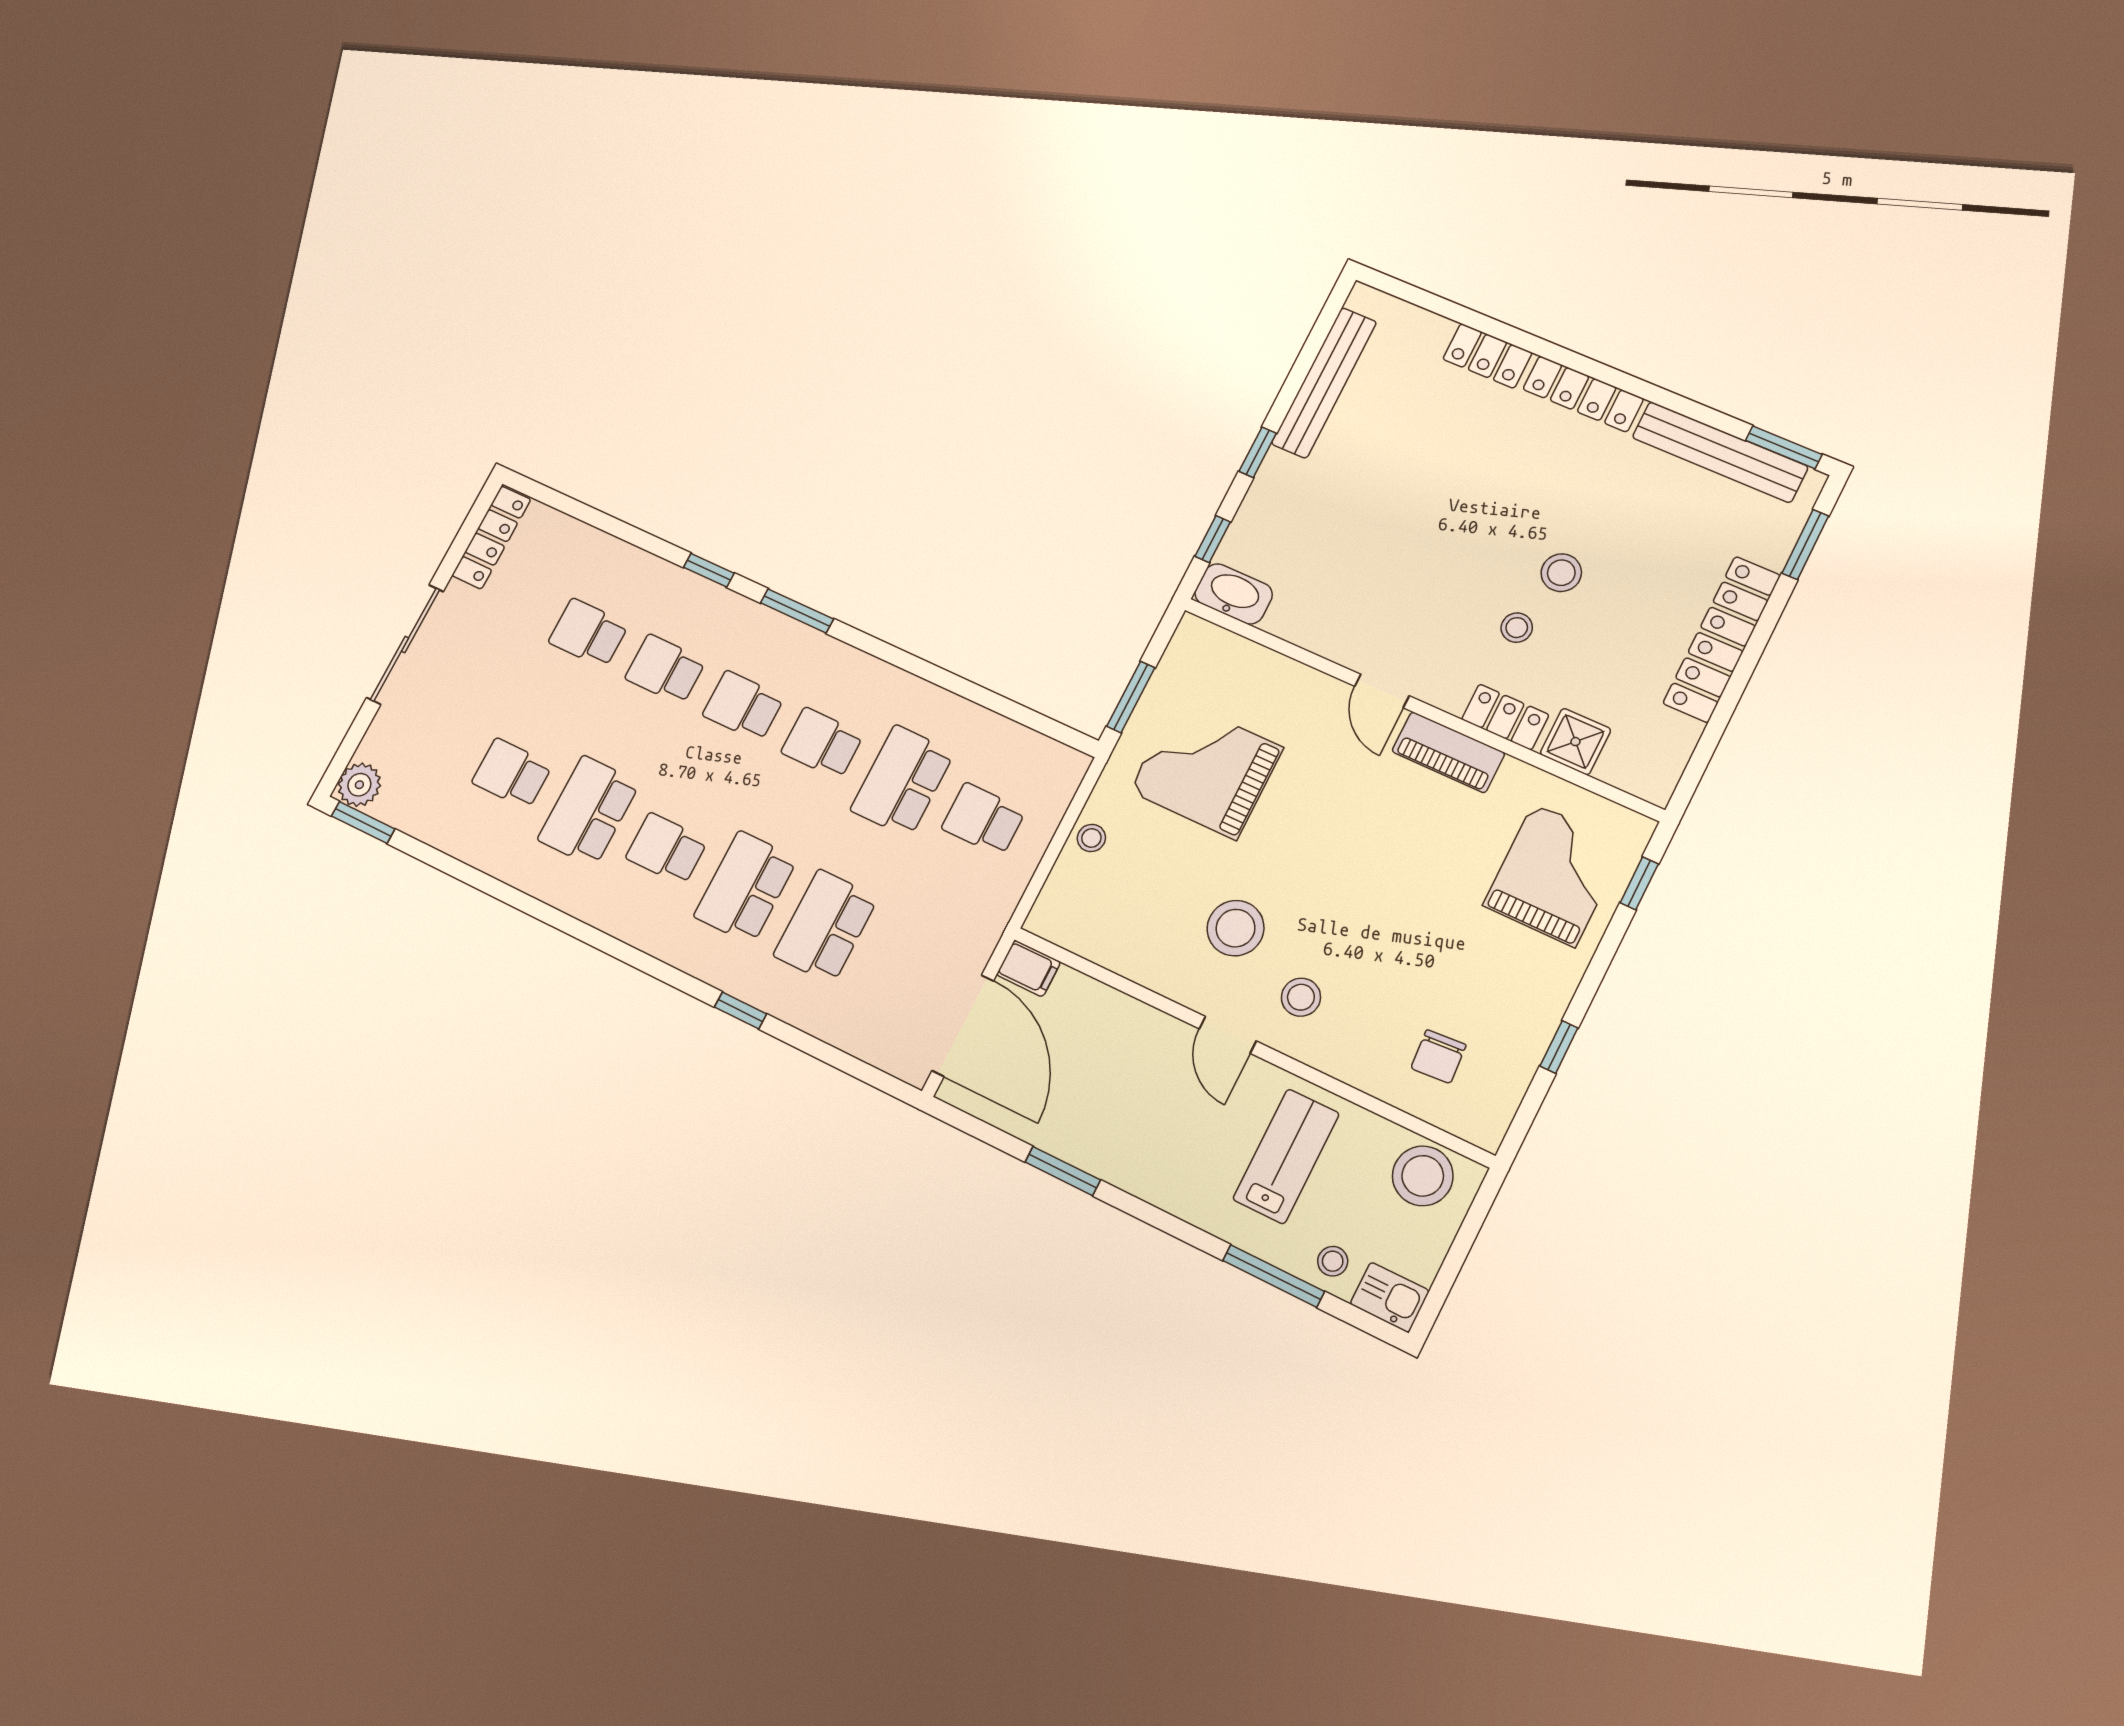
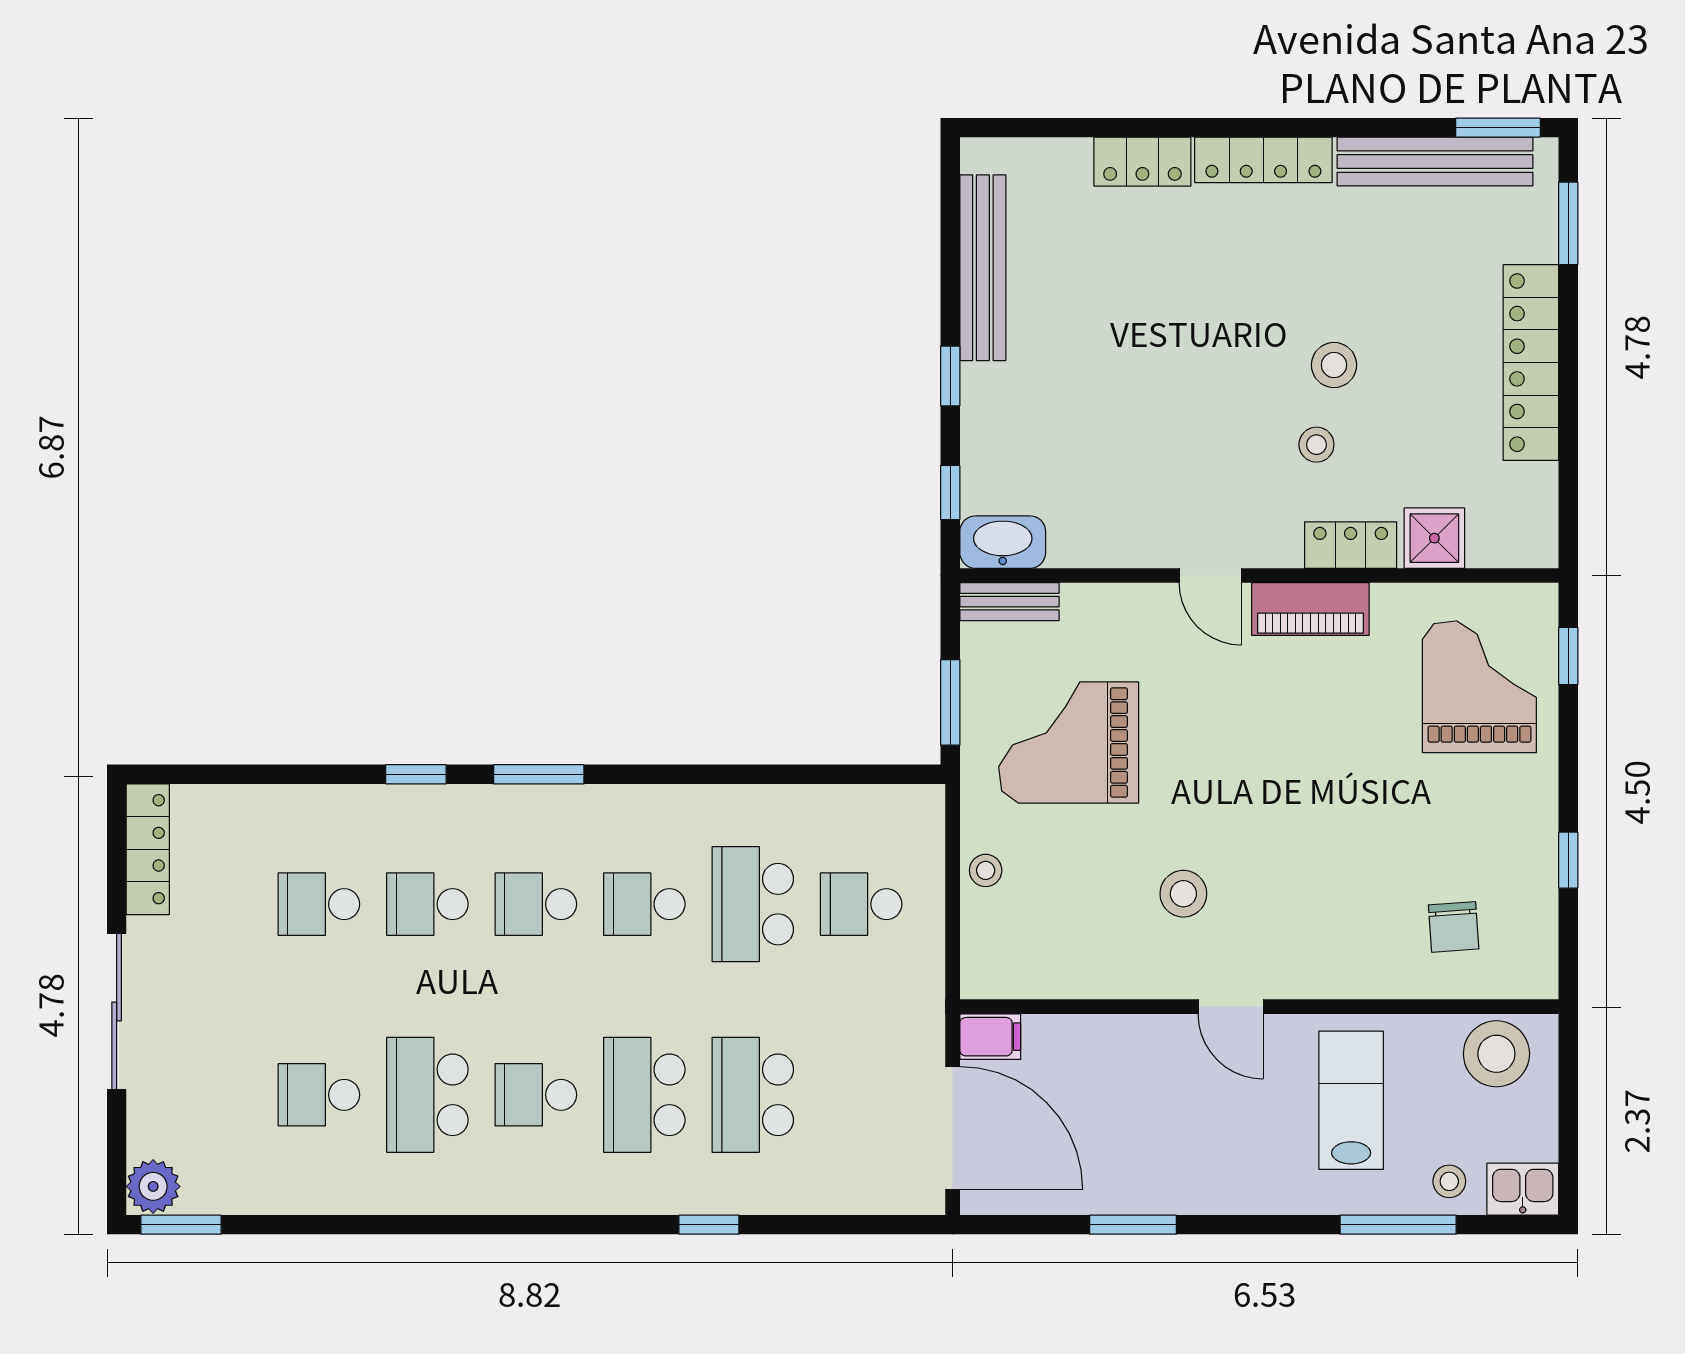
bench: (1216, 641) -> (1009, 602), added
stool: (1236, 928) -> (1183, 894), width x0.73, depth x0.73
stool: (1301, 997) -> (1286, 933), removed

